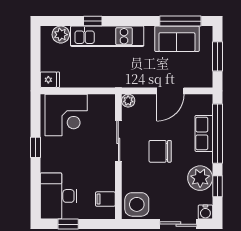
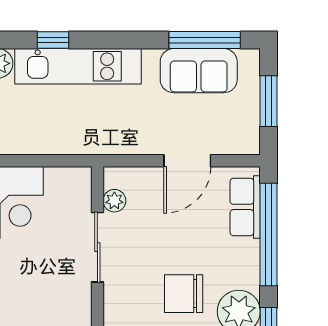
plant: (128, 101) -> (114, 201), moved
row of seats: (204, 133) -> (245, 207), moved
chair: (160, 151) -> (184, 294), moved

